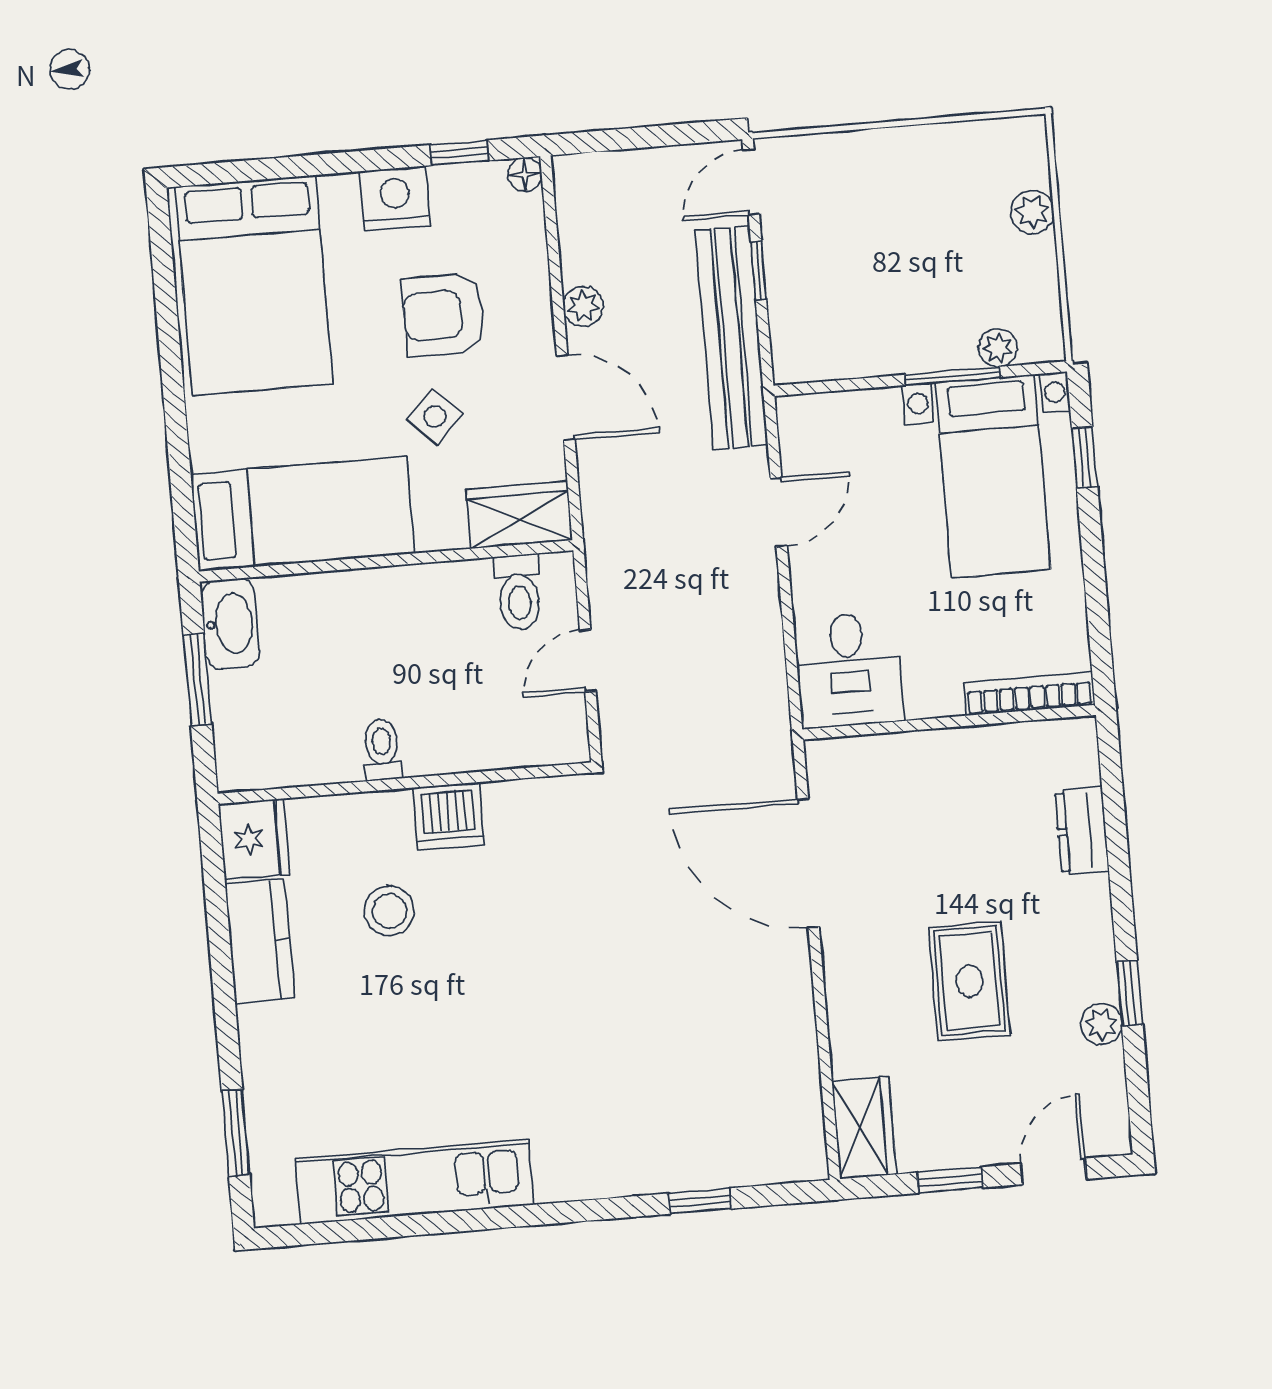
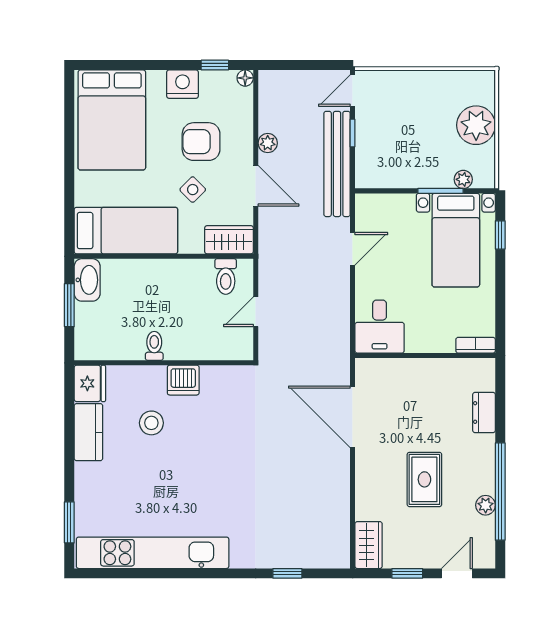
plant: (1032, 212) -> (476, 125), width x1.87, depth x1.87
bookcase: (1029, 694) -> (476, 345), width x0.64
window: (1130, 993) -> (500, 492), width x3.17
kitchen unit: (415, 1182) -> (153, 553), width x1.36

